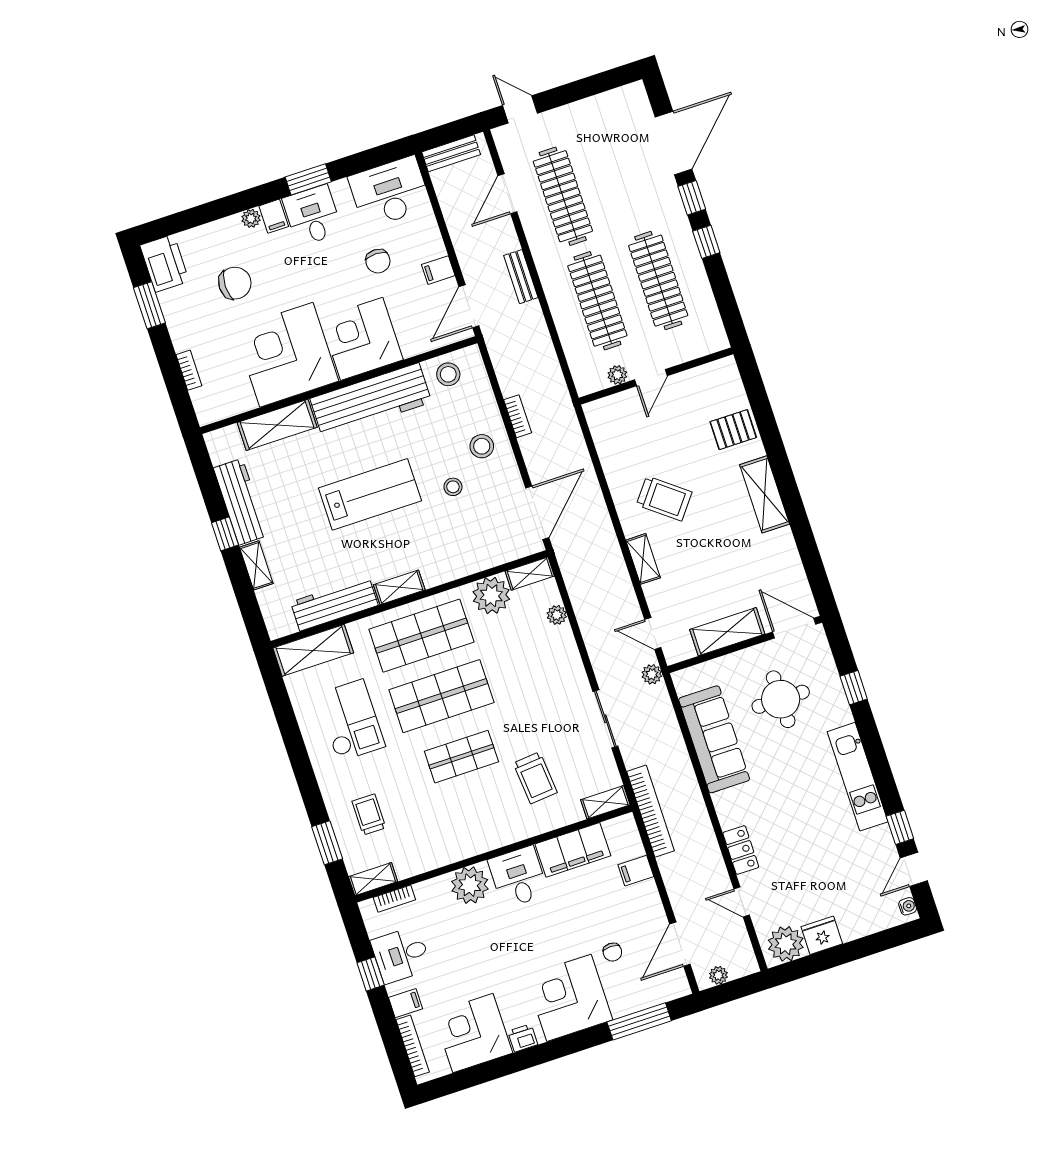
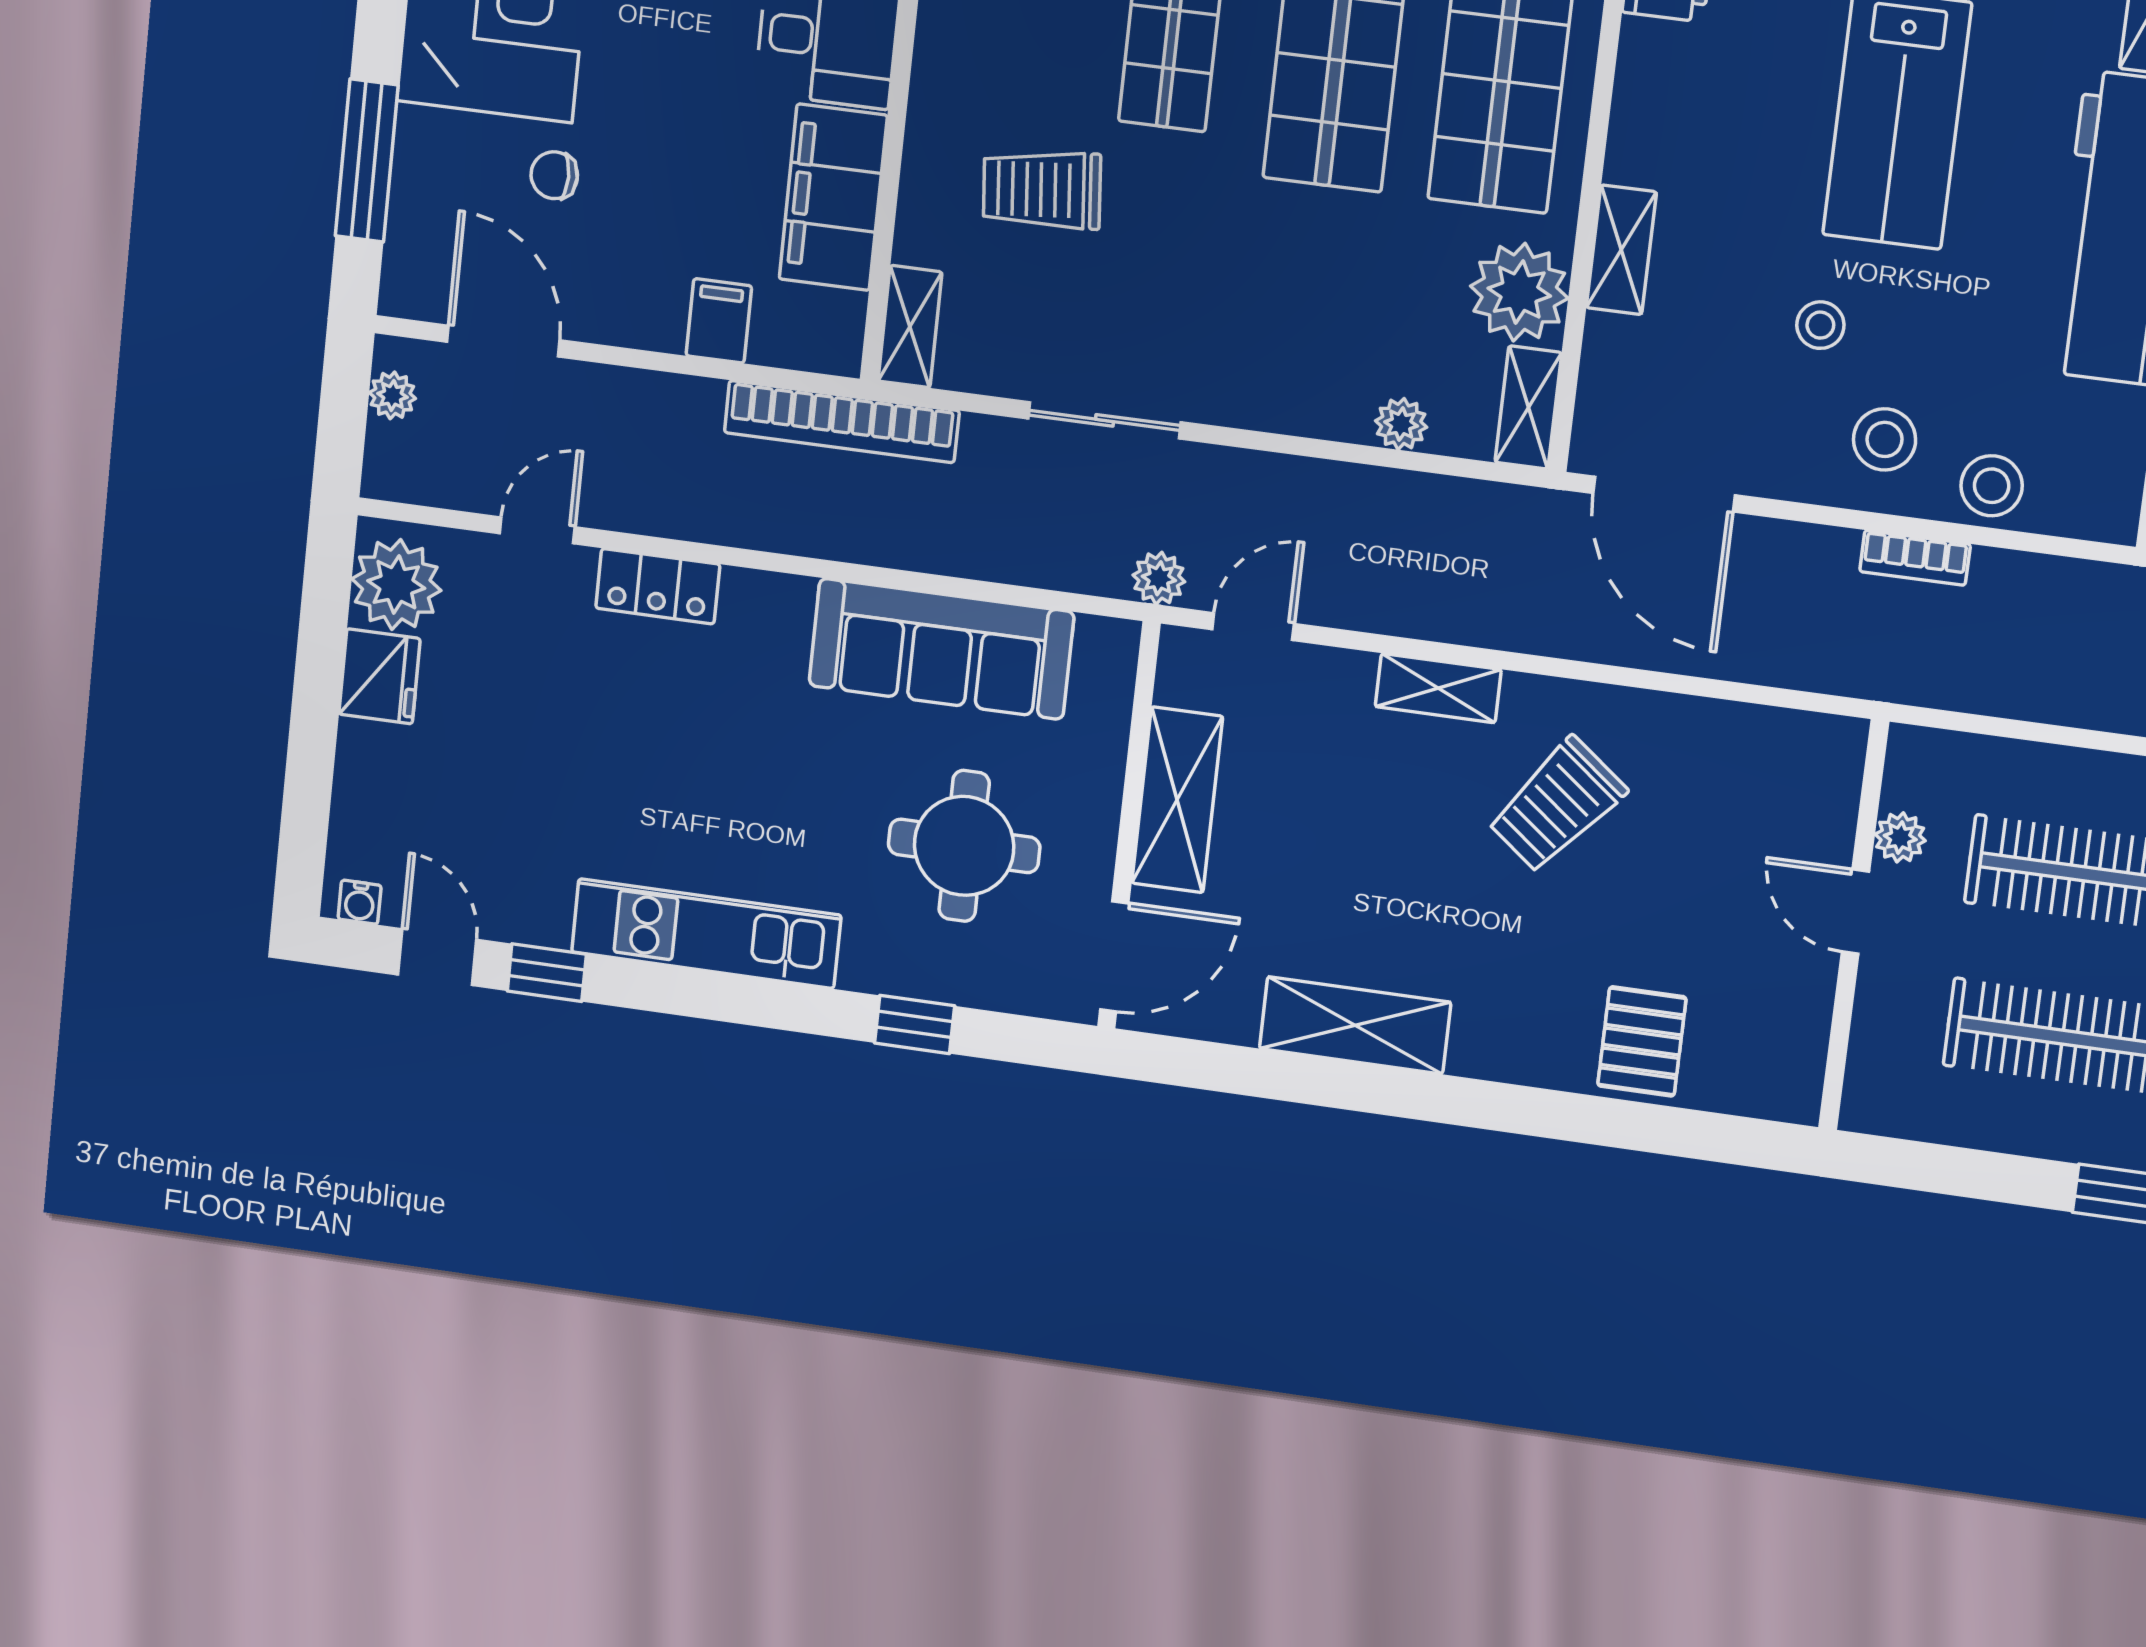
stool: (448, 374) -> (1992, 486), moved
shelving: (765, 494) -> (1355, 1025), moved
shelving: (399, 587) -> (1621, 250), moved

